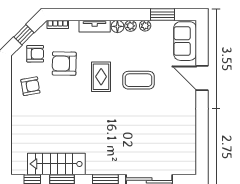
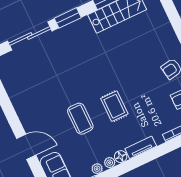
armchair: (64, 64) -> (152, 102), removed
coffee table: (139, 80) -> (80, 119), turned 90

